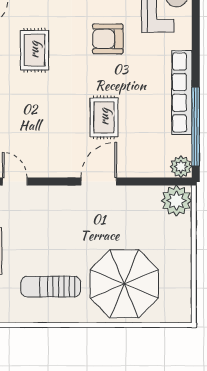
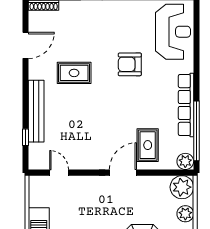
rug: (34, 50) -> (74, 73), turned 90
rug: (104, 117) -> (148, 145), moved
plant: (181, 236) -> (185, 214), added

